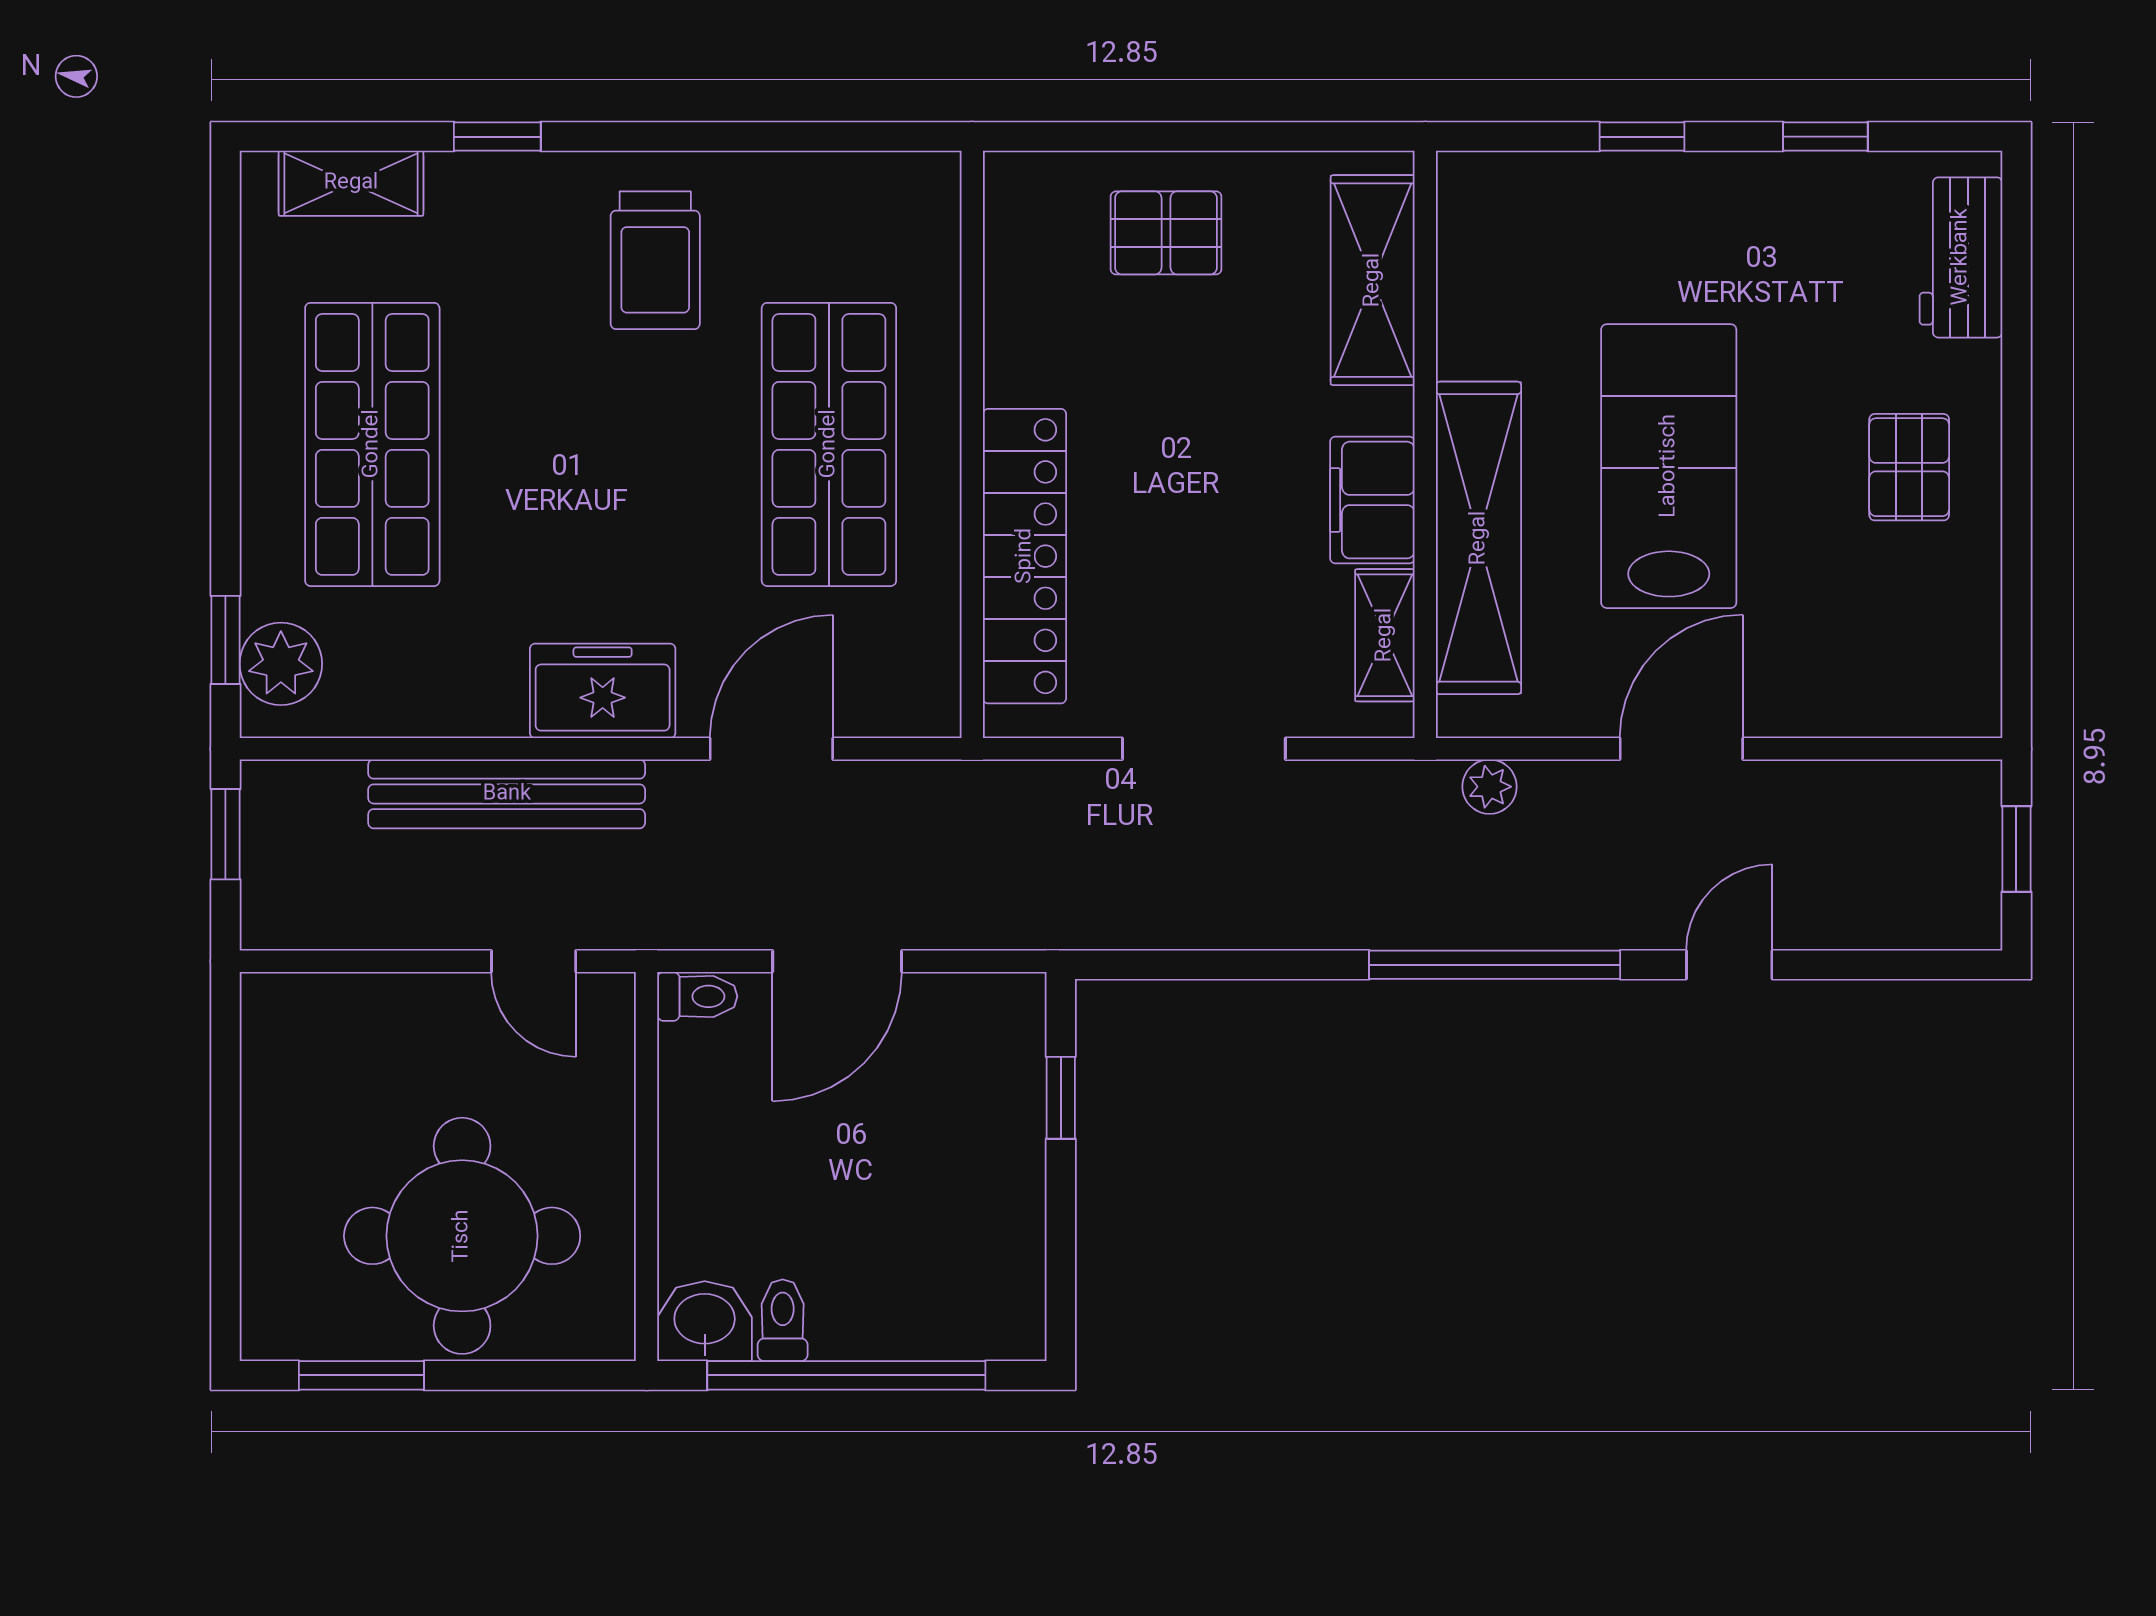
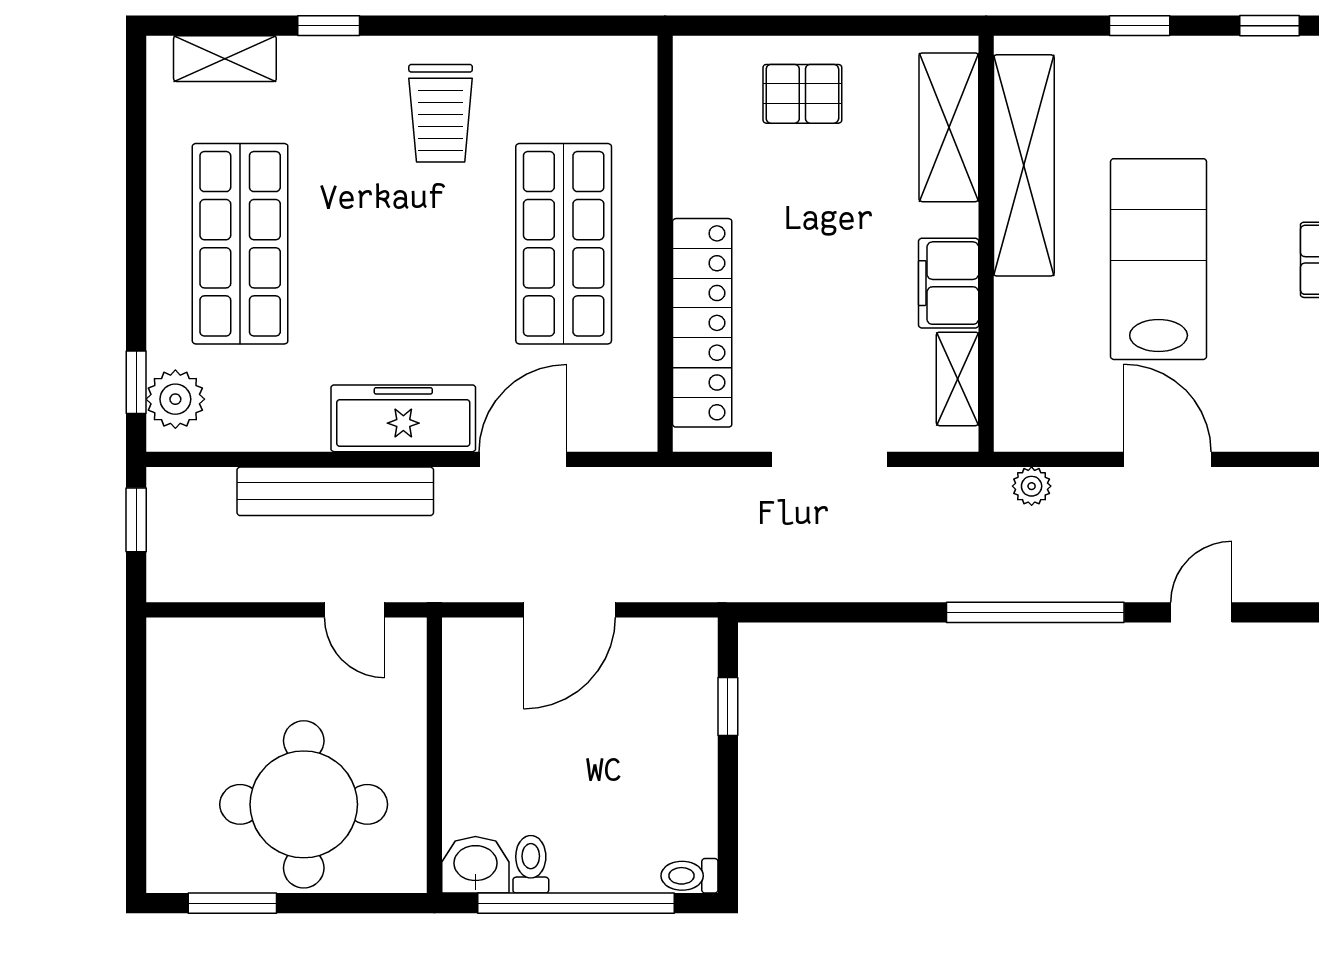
shelving: (1479, 538) -> (1024, 165), moved
freezer: (603, 691) -> (403, 418), width x1.40
door: (1681, 749) -> (1167, 459), hinge flipped
toilet: (697, 996) -> (689, 876), moved, turned 180

